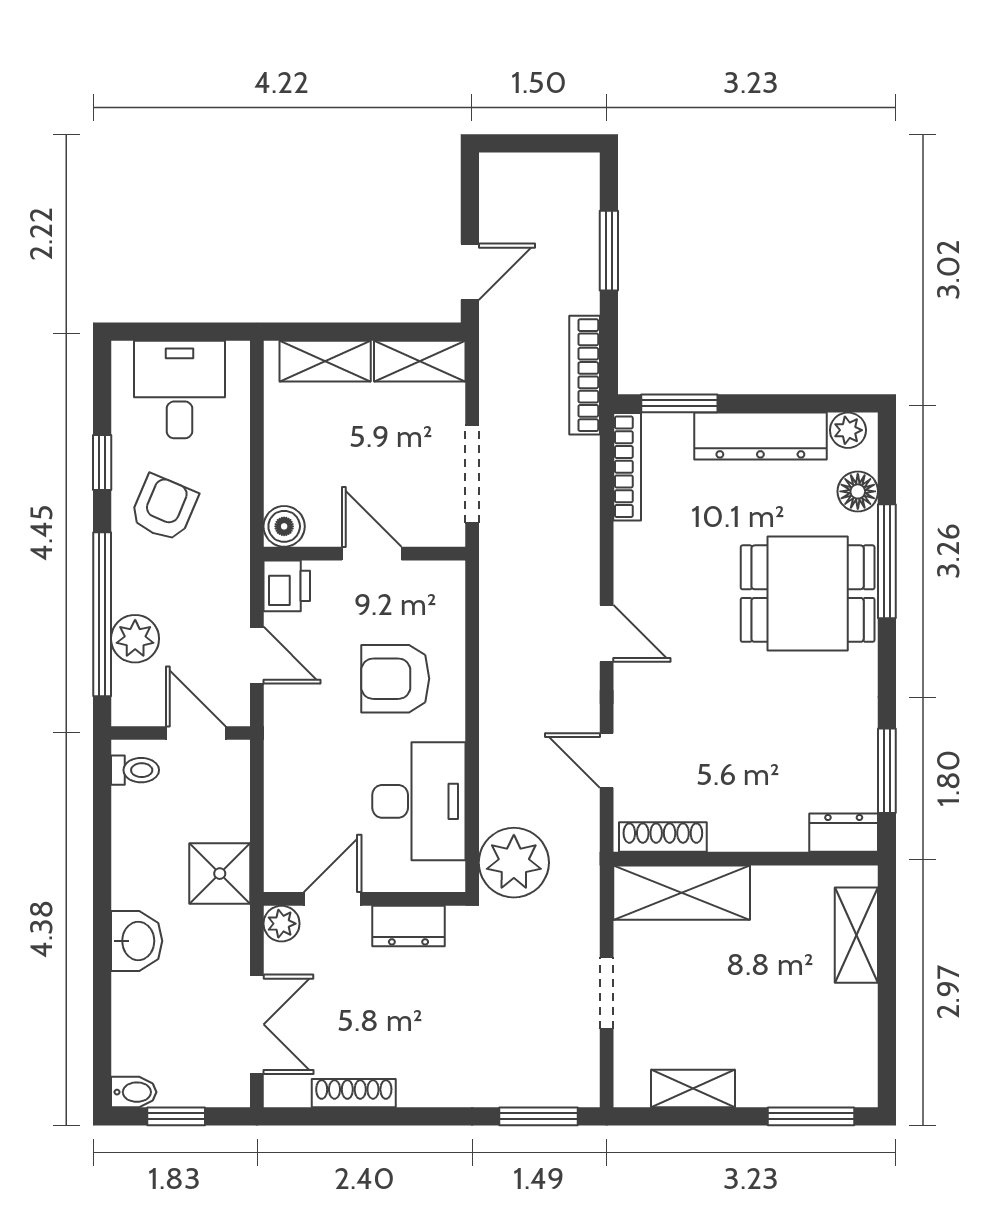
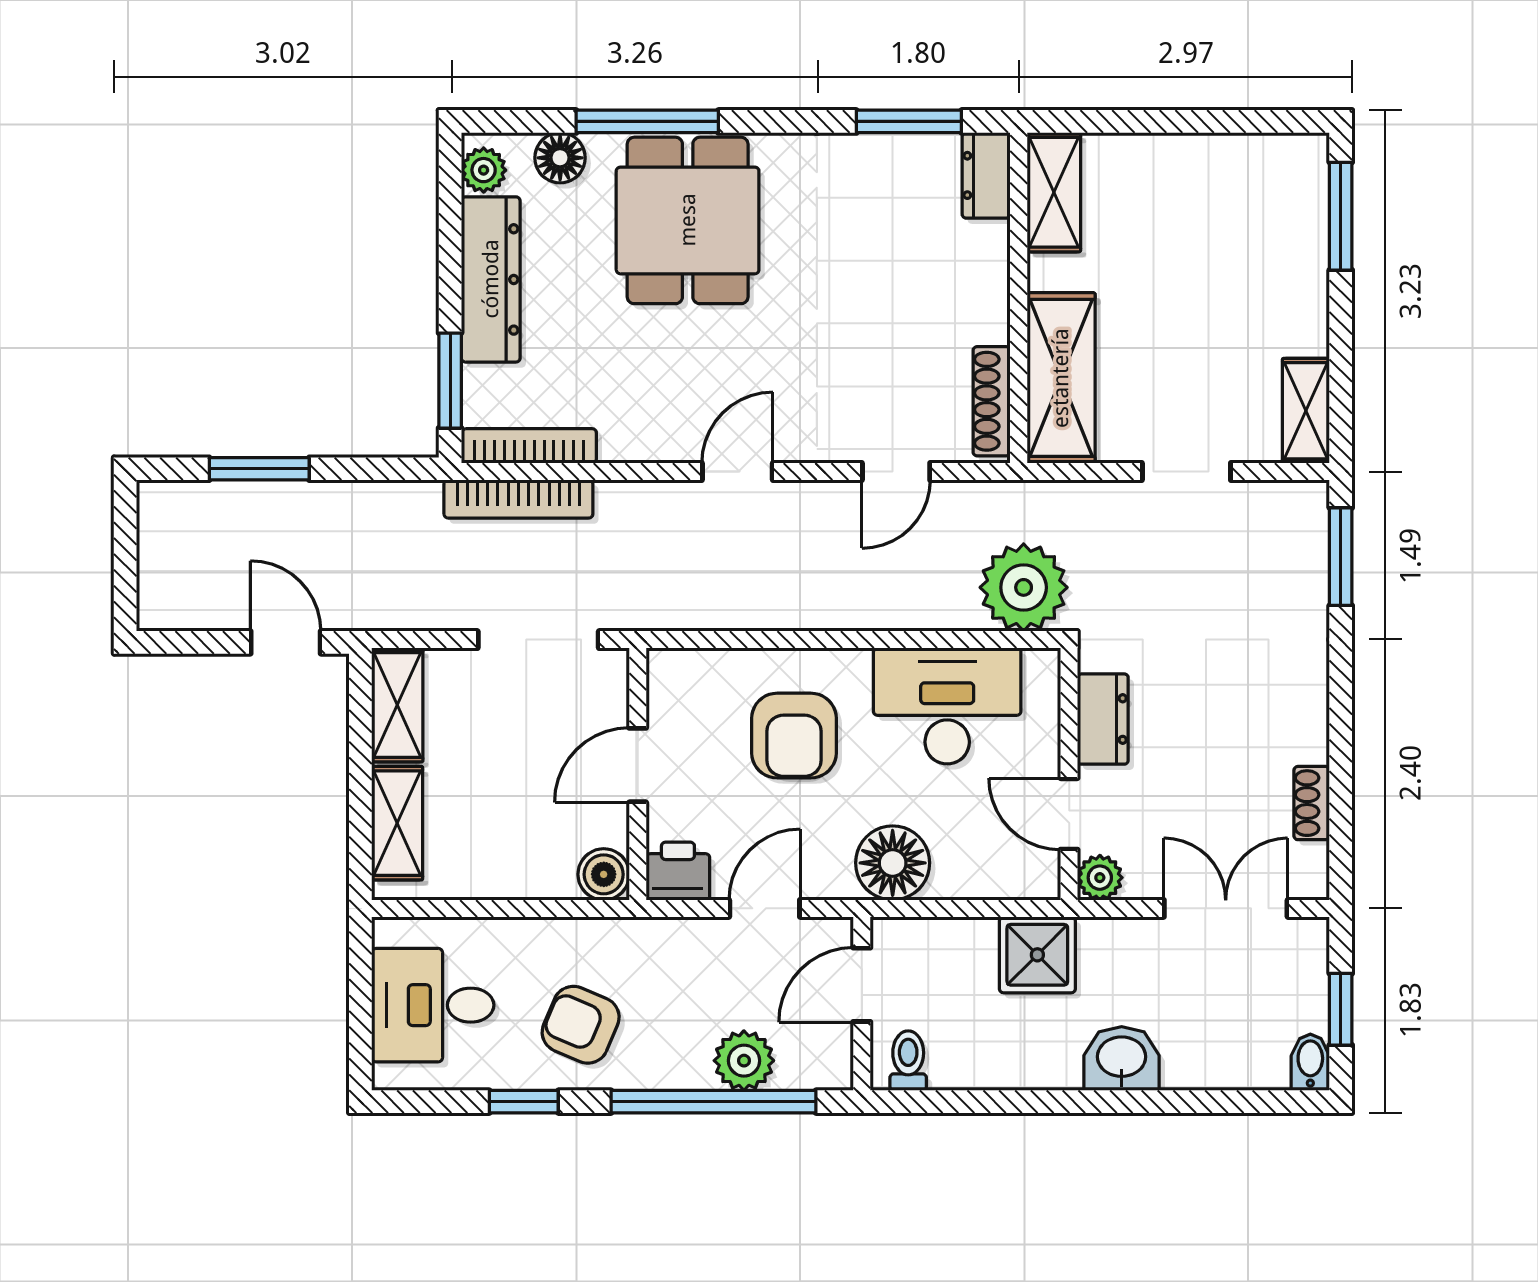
bookcase: (585, 375) -> (518, 499), moved
floor lamp: (293, 758) -> (893, 863), added
shelving: (856, 935) -> (1054, 192), moved, turned 90
shelving: (693, 1089) -> (1306, 411), moved
shoe rack: (354, 1093) -> (1312, 803), width x0.70

